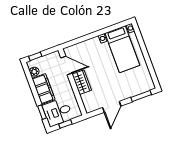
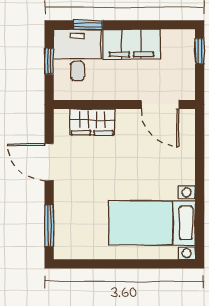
door: (66, 65) -> (160, 104), hinge flipped
plant: (34, 72) -> (171, 39), removed
wardrobe: (82, 82) -> (92, 122), moved

